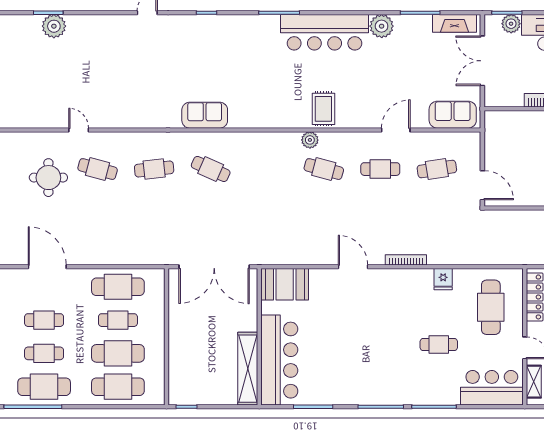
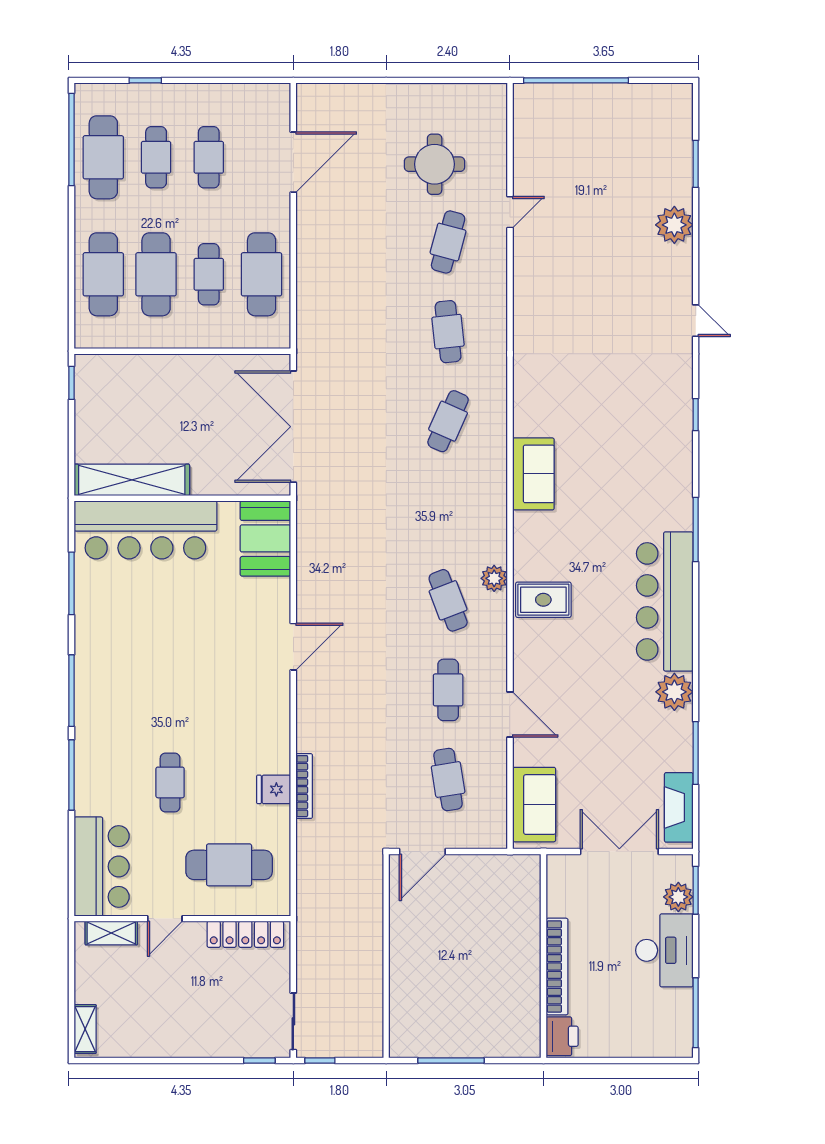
plant: (54, 26) -> (674, 225), moved
sofa: (205, 115) -> (533, 474), moved
cafe table: (324, 169) -> (448, 600), turned -36
bookcase: (406, 260) -> (304, 786), moved

